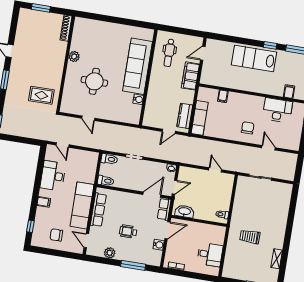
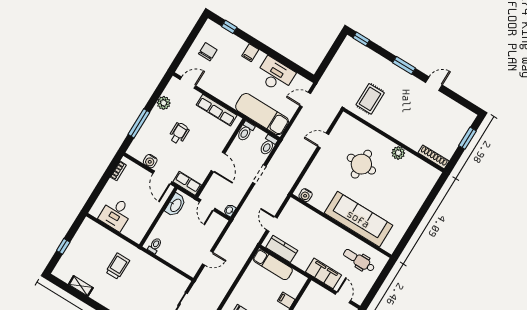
water cooler: (138, 99) -> (306, 195), moved
door: (152, 195) -> (218, 162), moved
exam couch: (82, 205) -> (262, 114), moved

